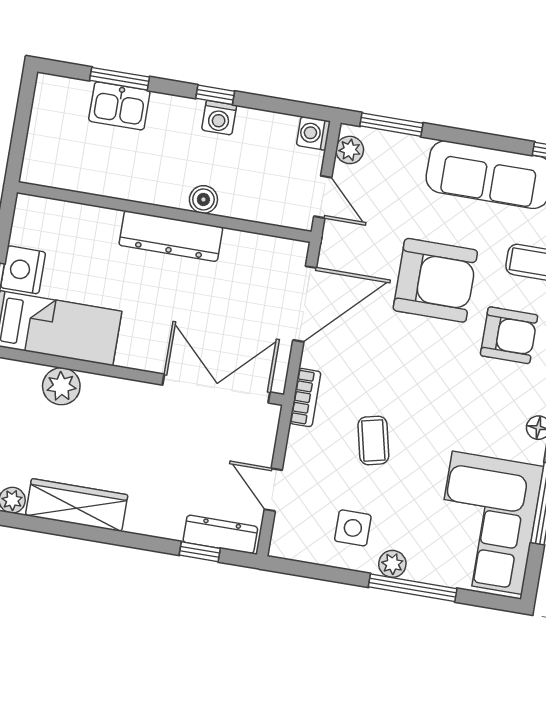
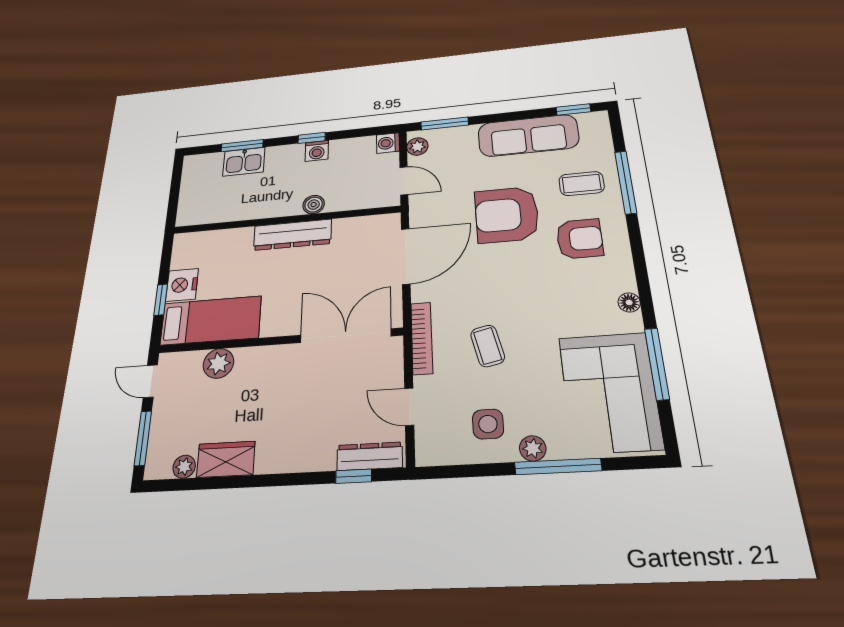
armchair: (435, 280) -> (507, 215), turned 180
bookcase: (305, 398) -> (422, 338), width x1.56
wardrobe: (77, 505) -> (226, 459), width x0.67

